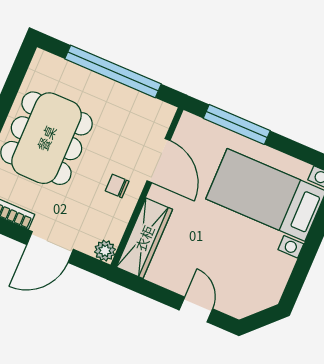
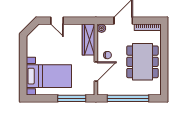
door: (158, 161) -> (96, 72), swing flipped

